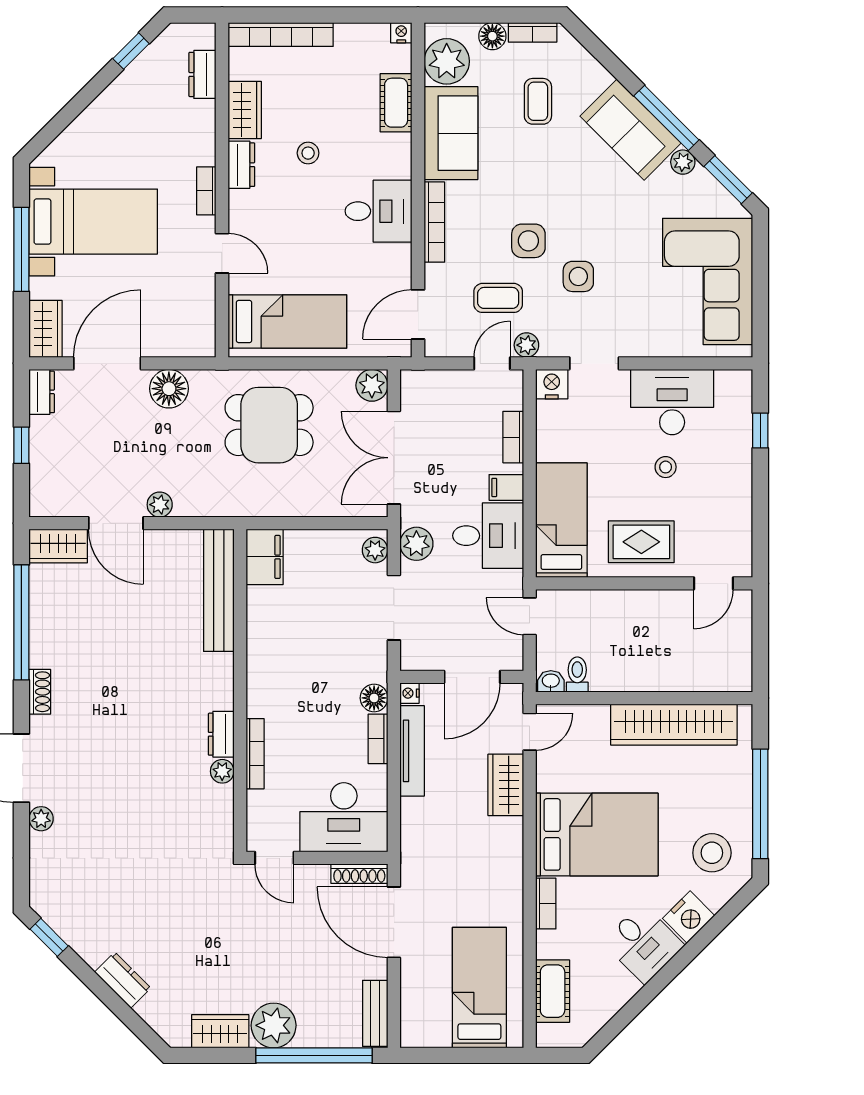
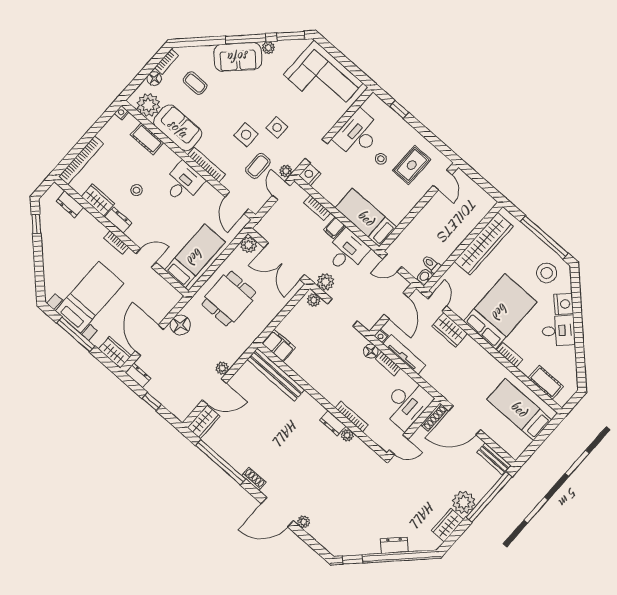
rug: (641, 542) -> (412, 165), moved

